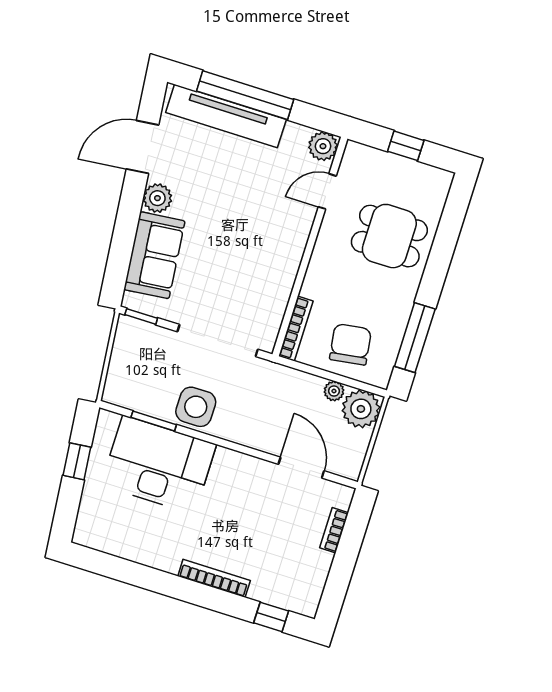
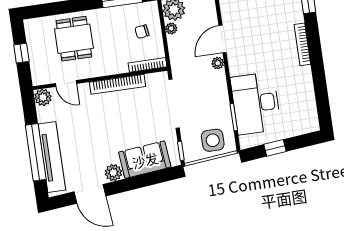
bookcase: (288, 269) -> (117, 84), added
chair: (350, 344) -> (142, 32), width x0.54, depth x0.54
side table: (196, 407) -> (213, 140), moved
plant: (247, 436) -> (218, 63), added
door: (301, 468) -> (222, 39), moved

